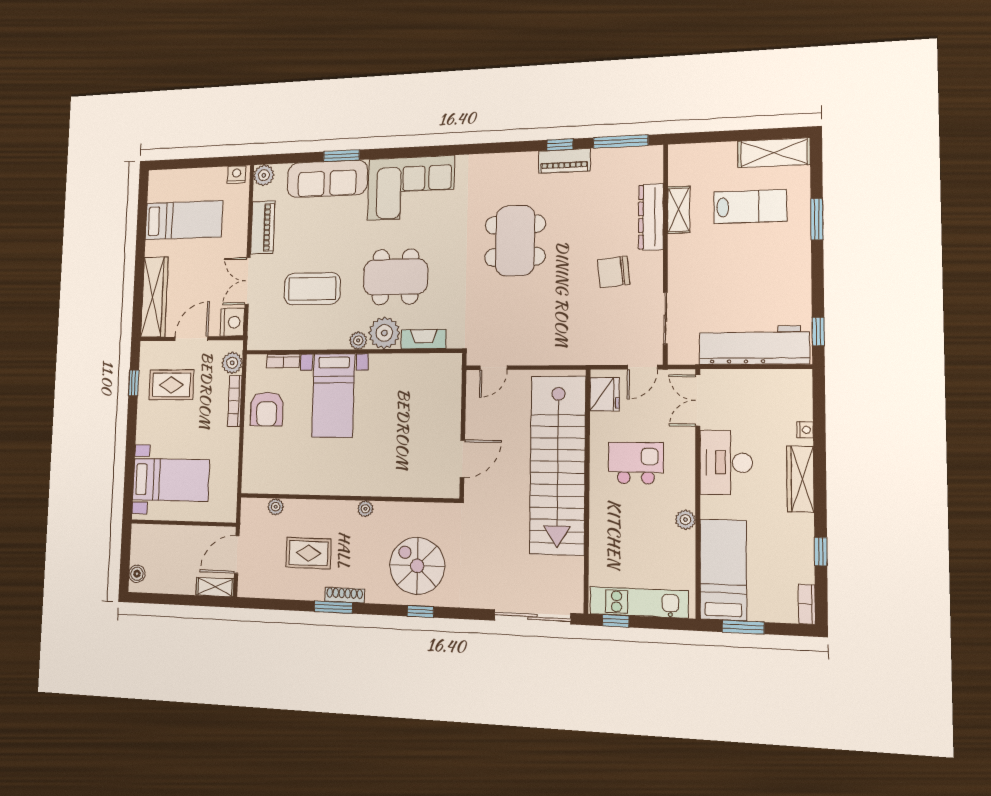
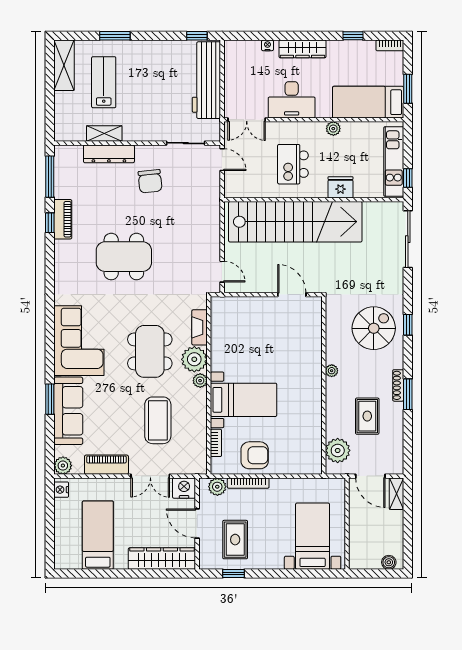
fridge: (605, 394) -> (341, 187), moved
plant: (276, 507) -> (338, 450), width x1.88, depth x1.88
spiral stairs: (417, 566) -> (374, 328), turned 180

